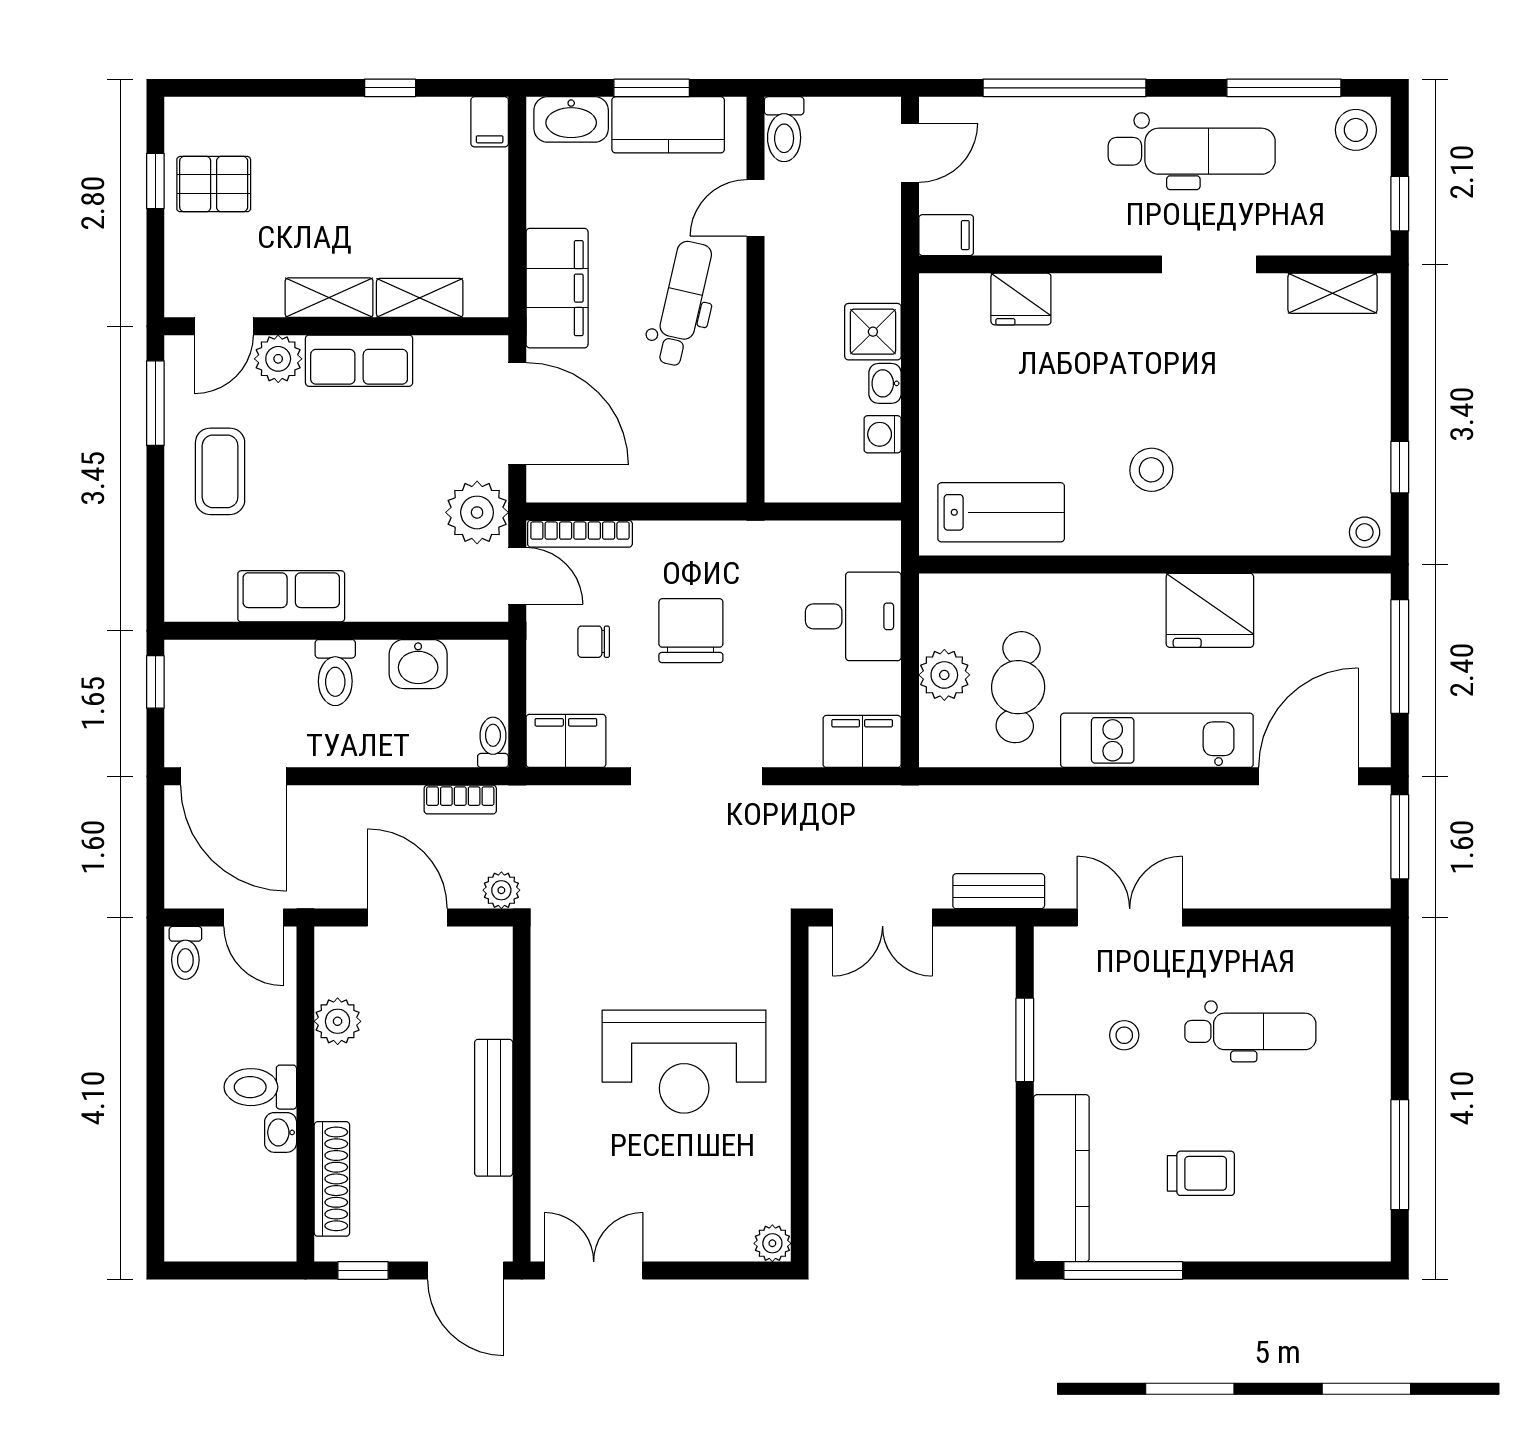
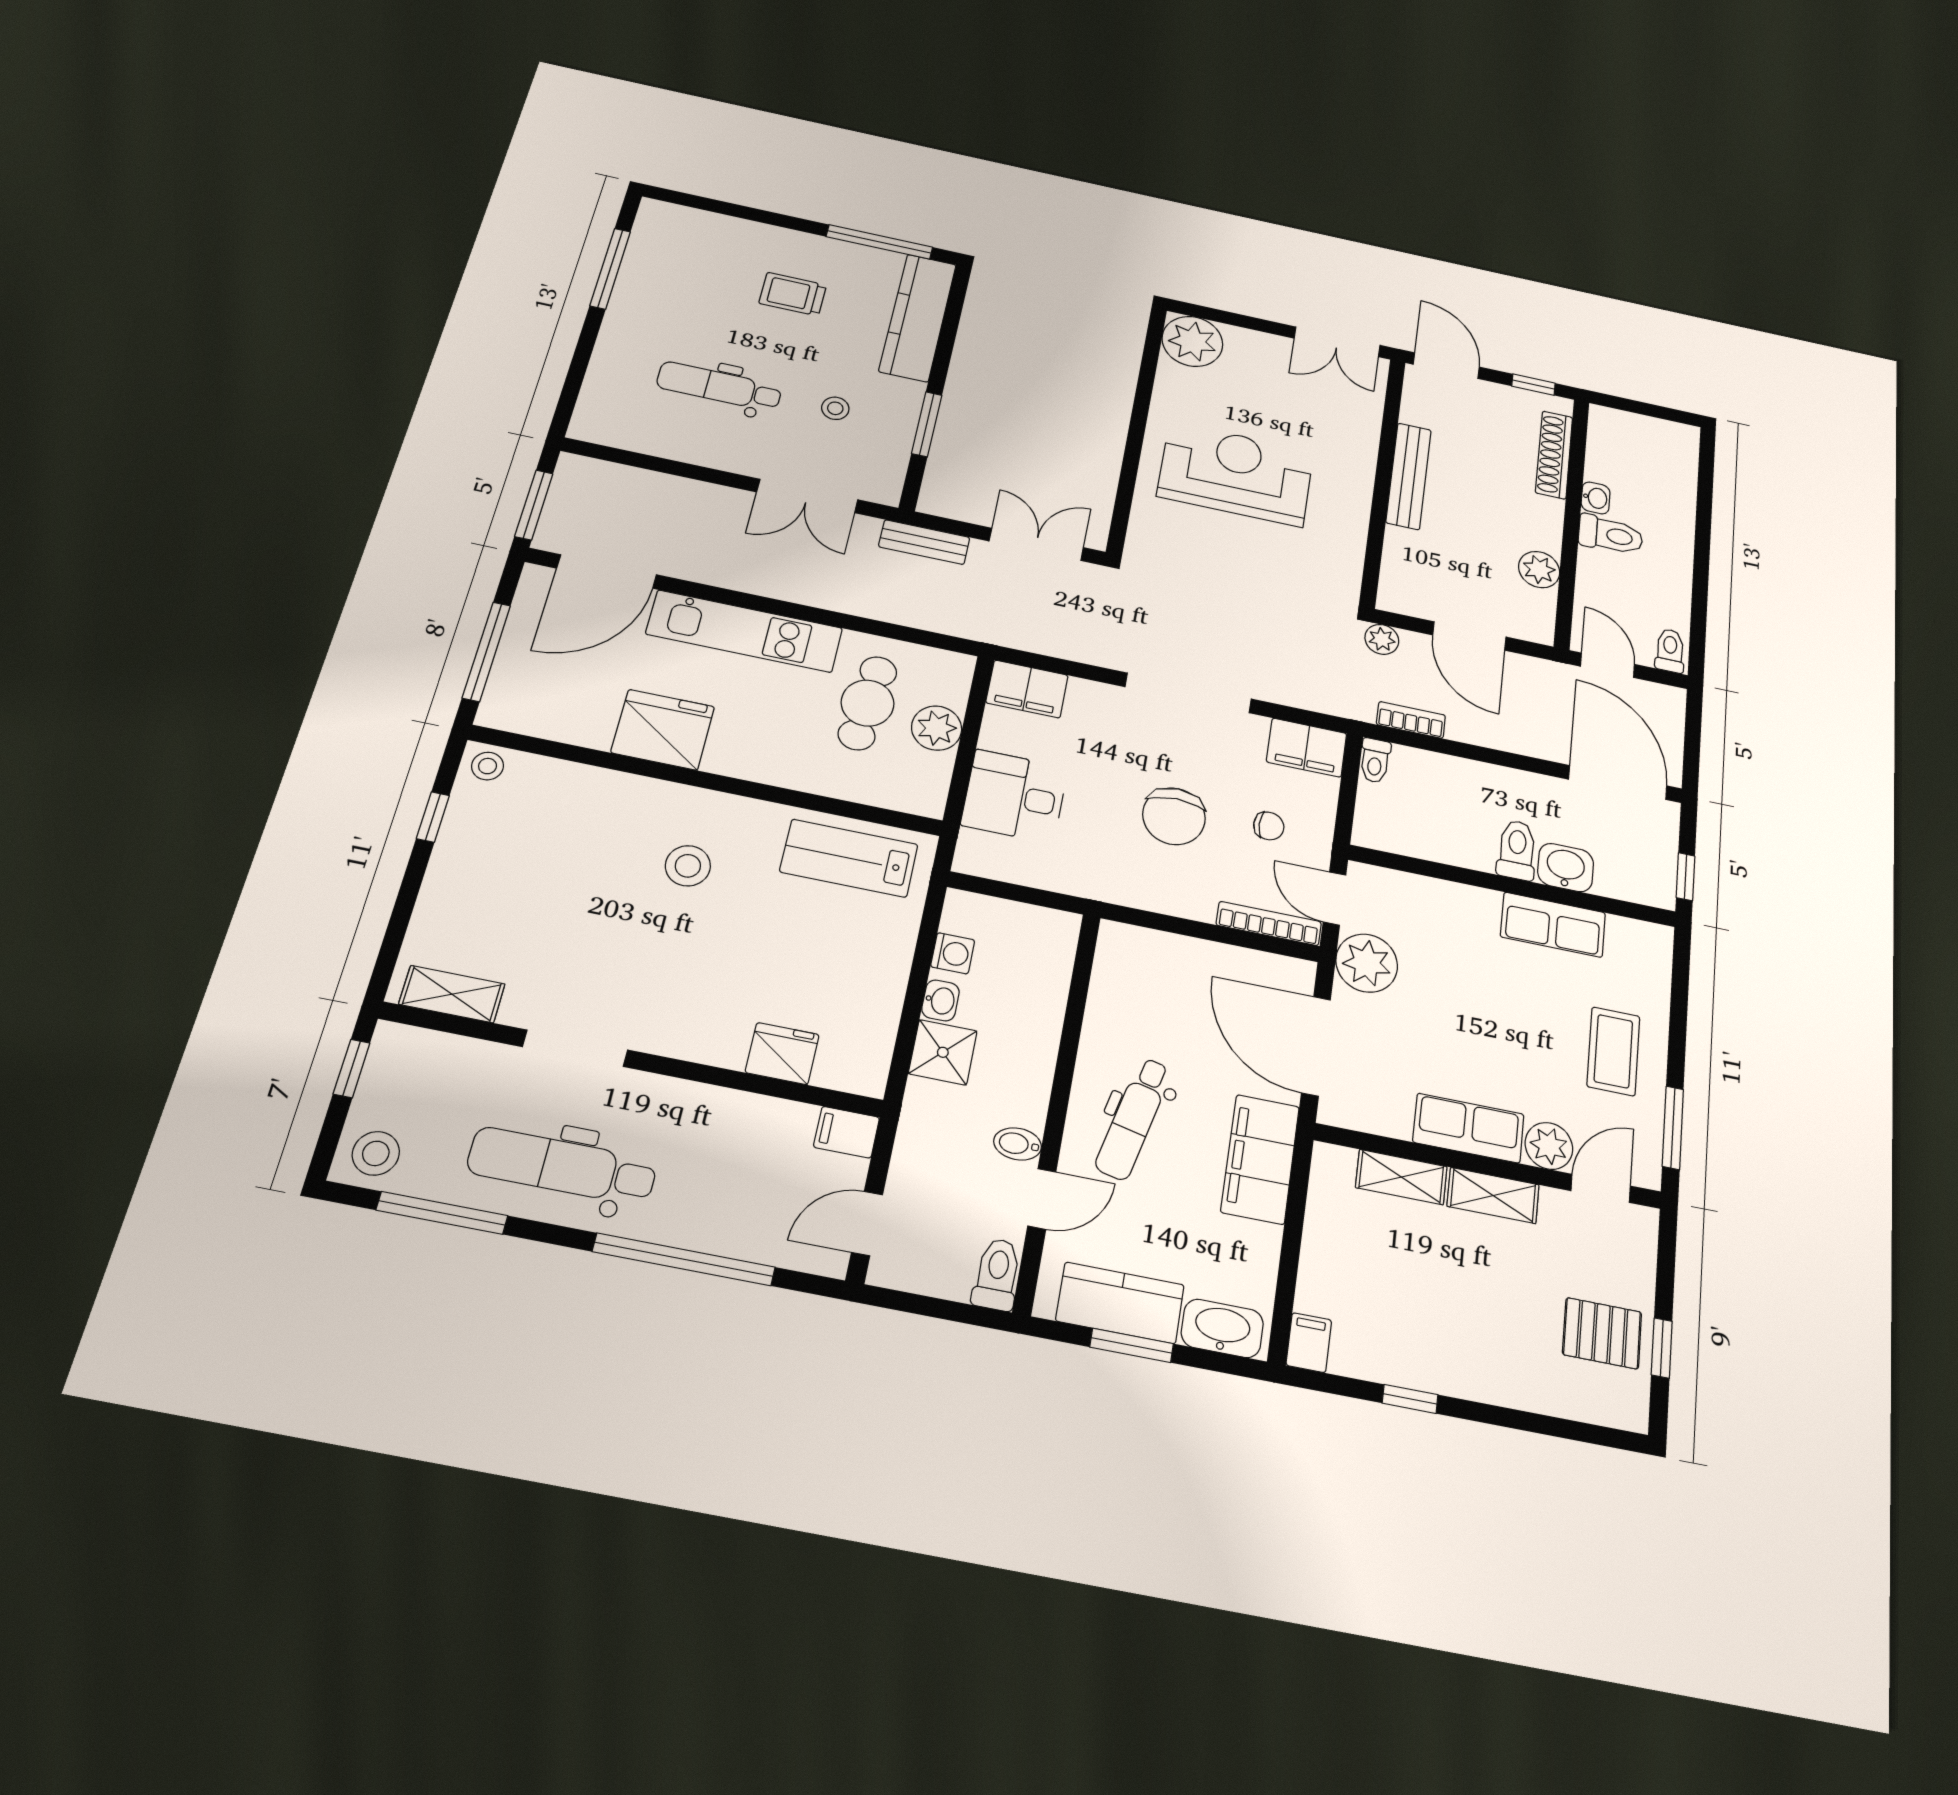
bidet: (787, 256) -> (1018, 1144), added
washbasin: (418, 664) -> (1566, 868), moved
plant: (772, 1243) -> (1192, 341), width x1.87, depth x1.87

